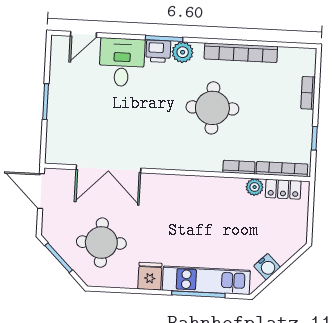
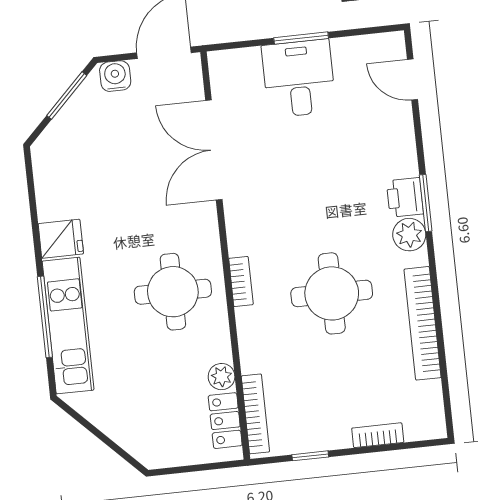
desk: (122, 62) -> (299, 78), moved, turned -90
bookcase: (239, 167) -> (241, 281), moved
round table: (101, 243) -> (173, 292), moved
water cooler: (267, 267) -> (115, 76), moved, turned 135

